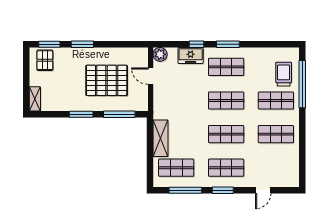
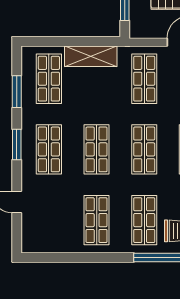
shop shelf: (176, 100) -> (144, 79), added
window: (185, 190) -> (17, 92), width x0.69

